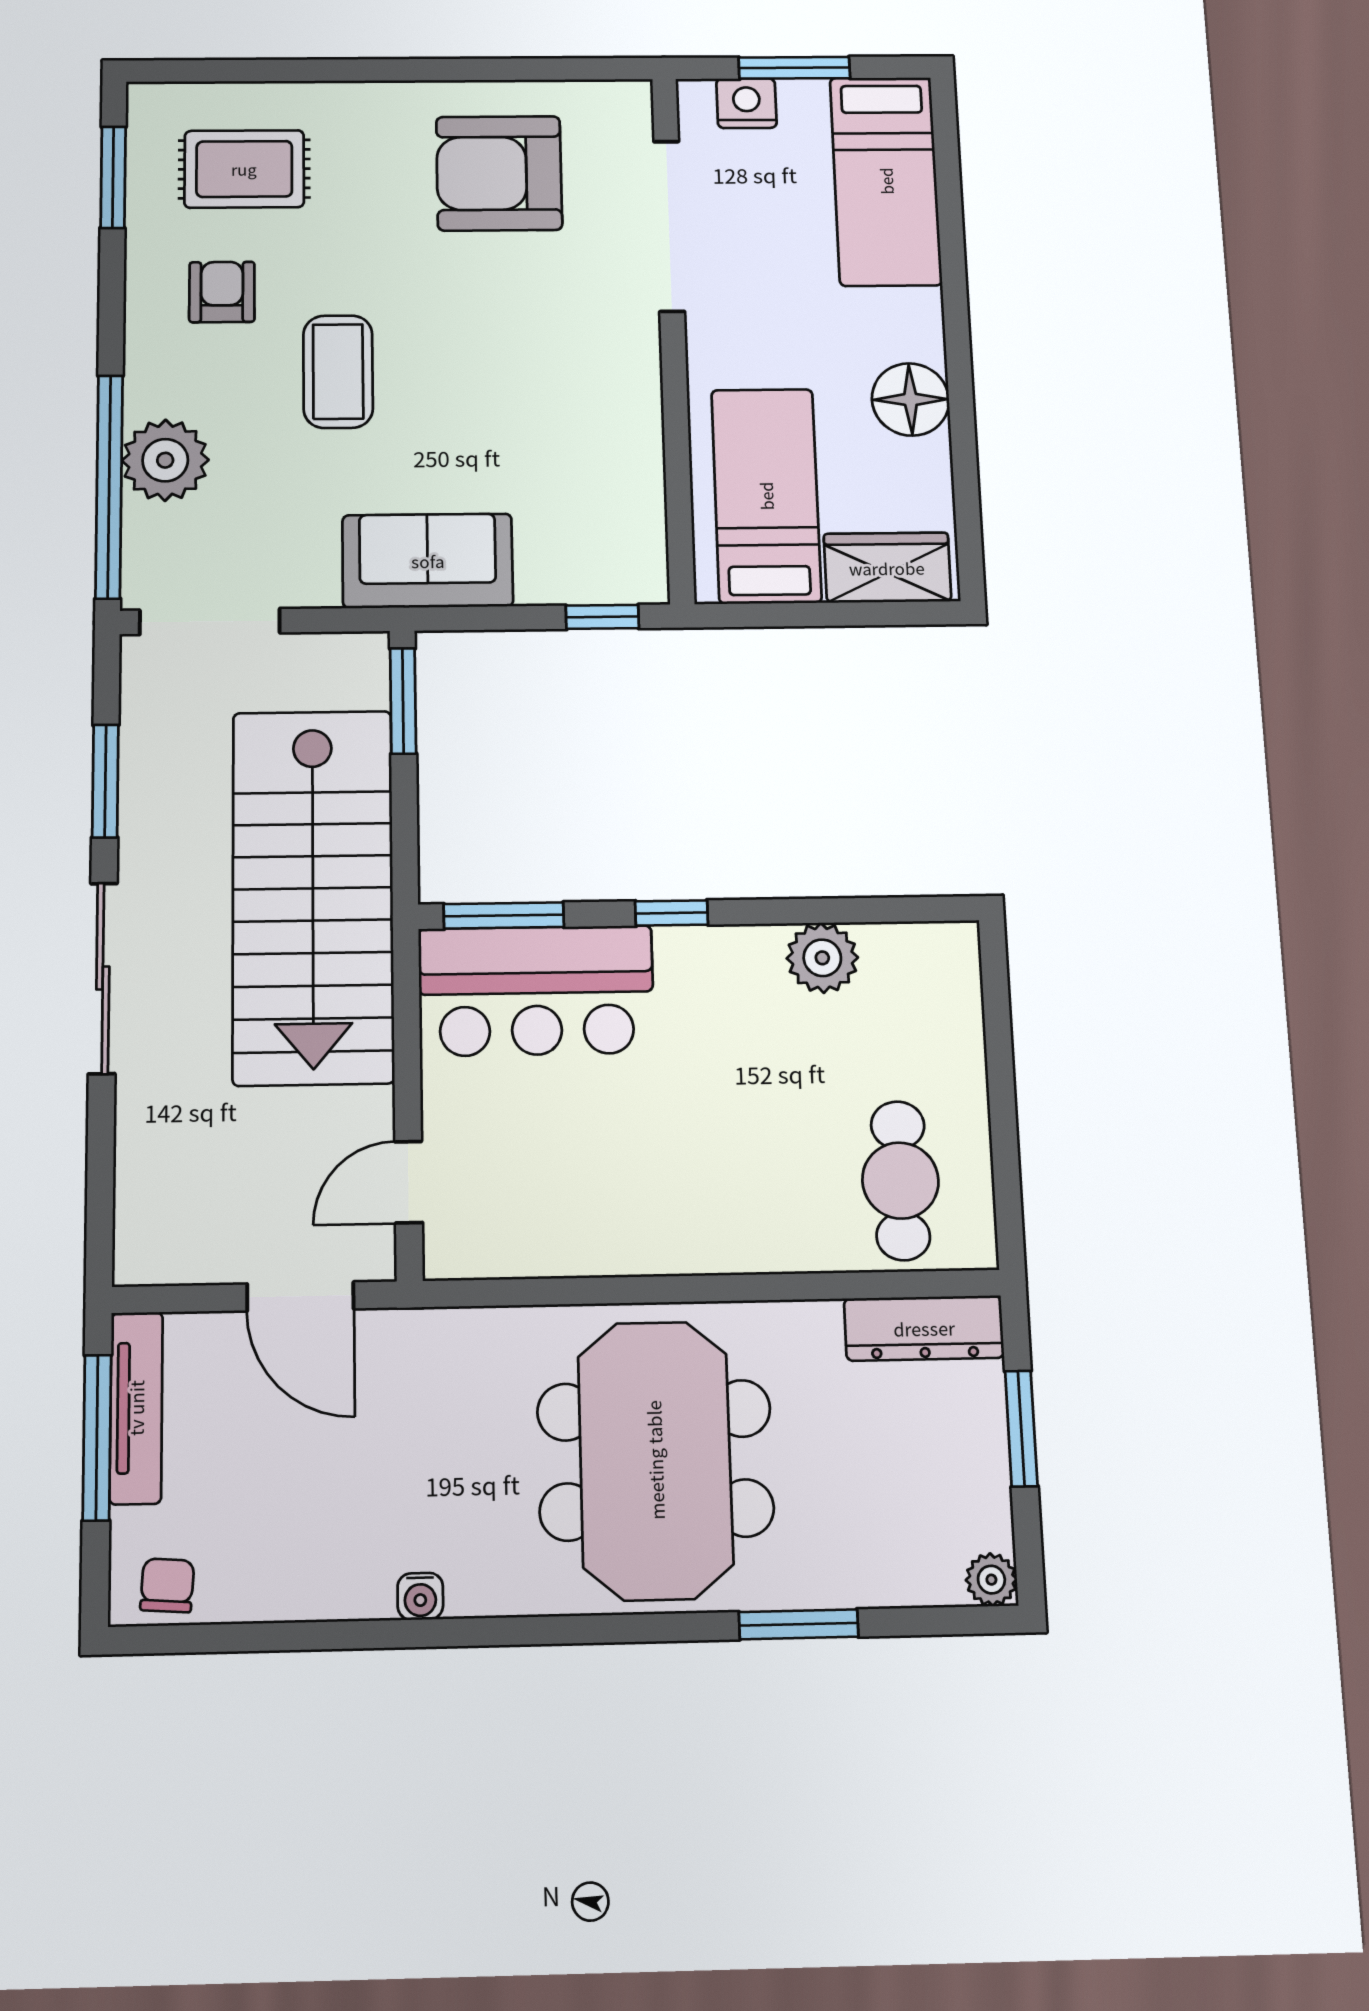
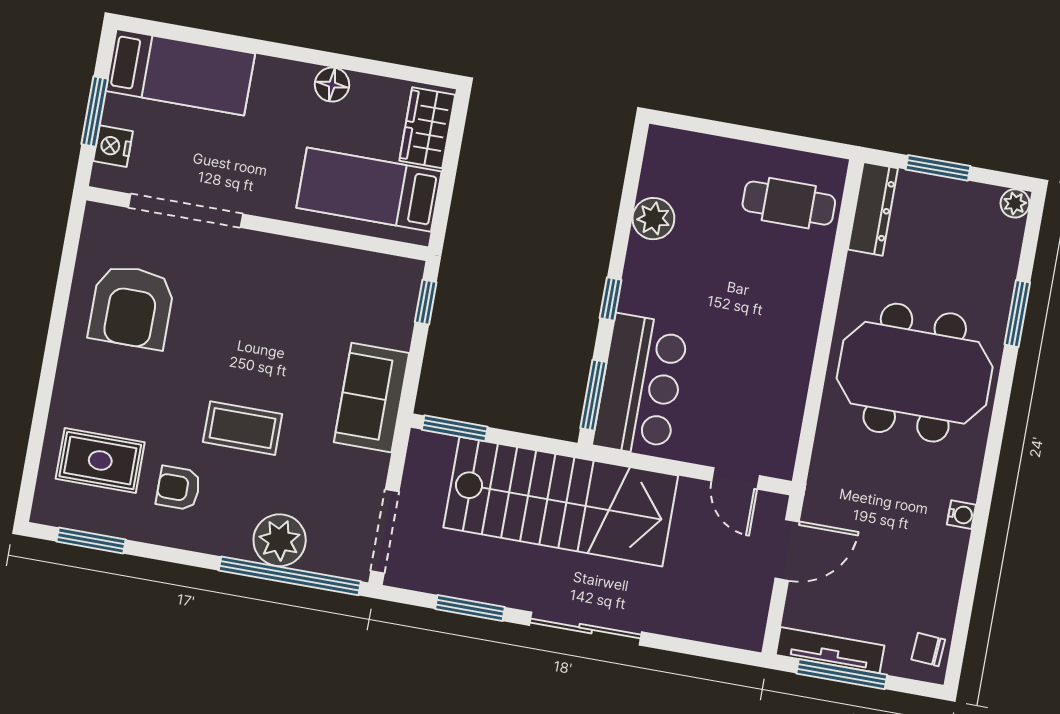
rug: (244, 169) -> (100, 460), turned 90
floor lamp: (910, 399) -> (332, 85), width x0.73, depth x0.73

